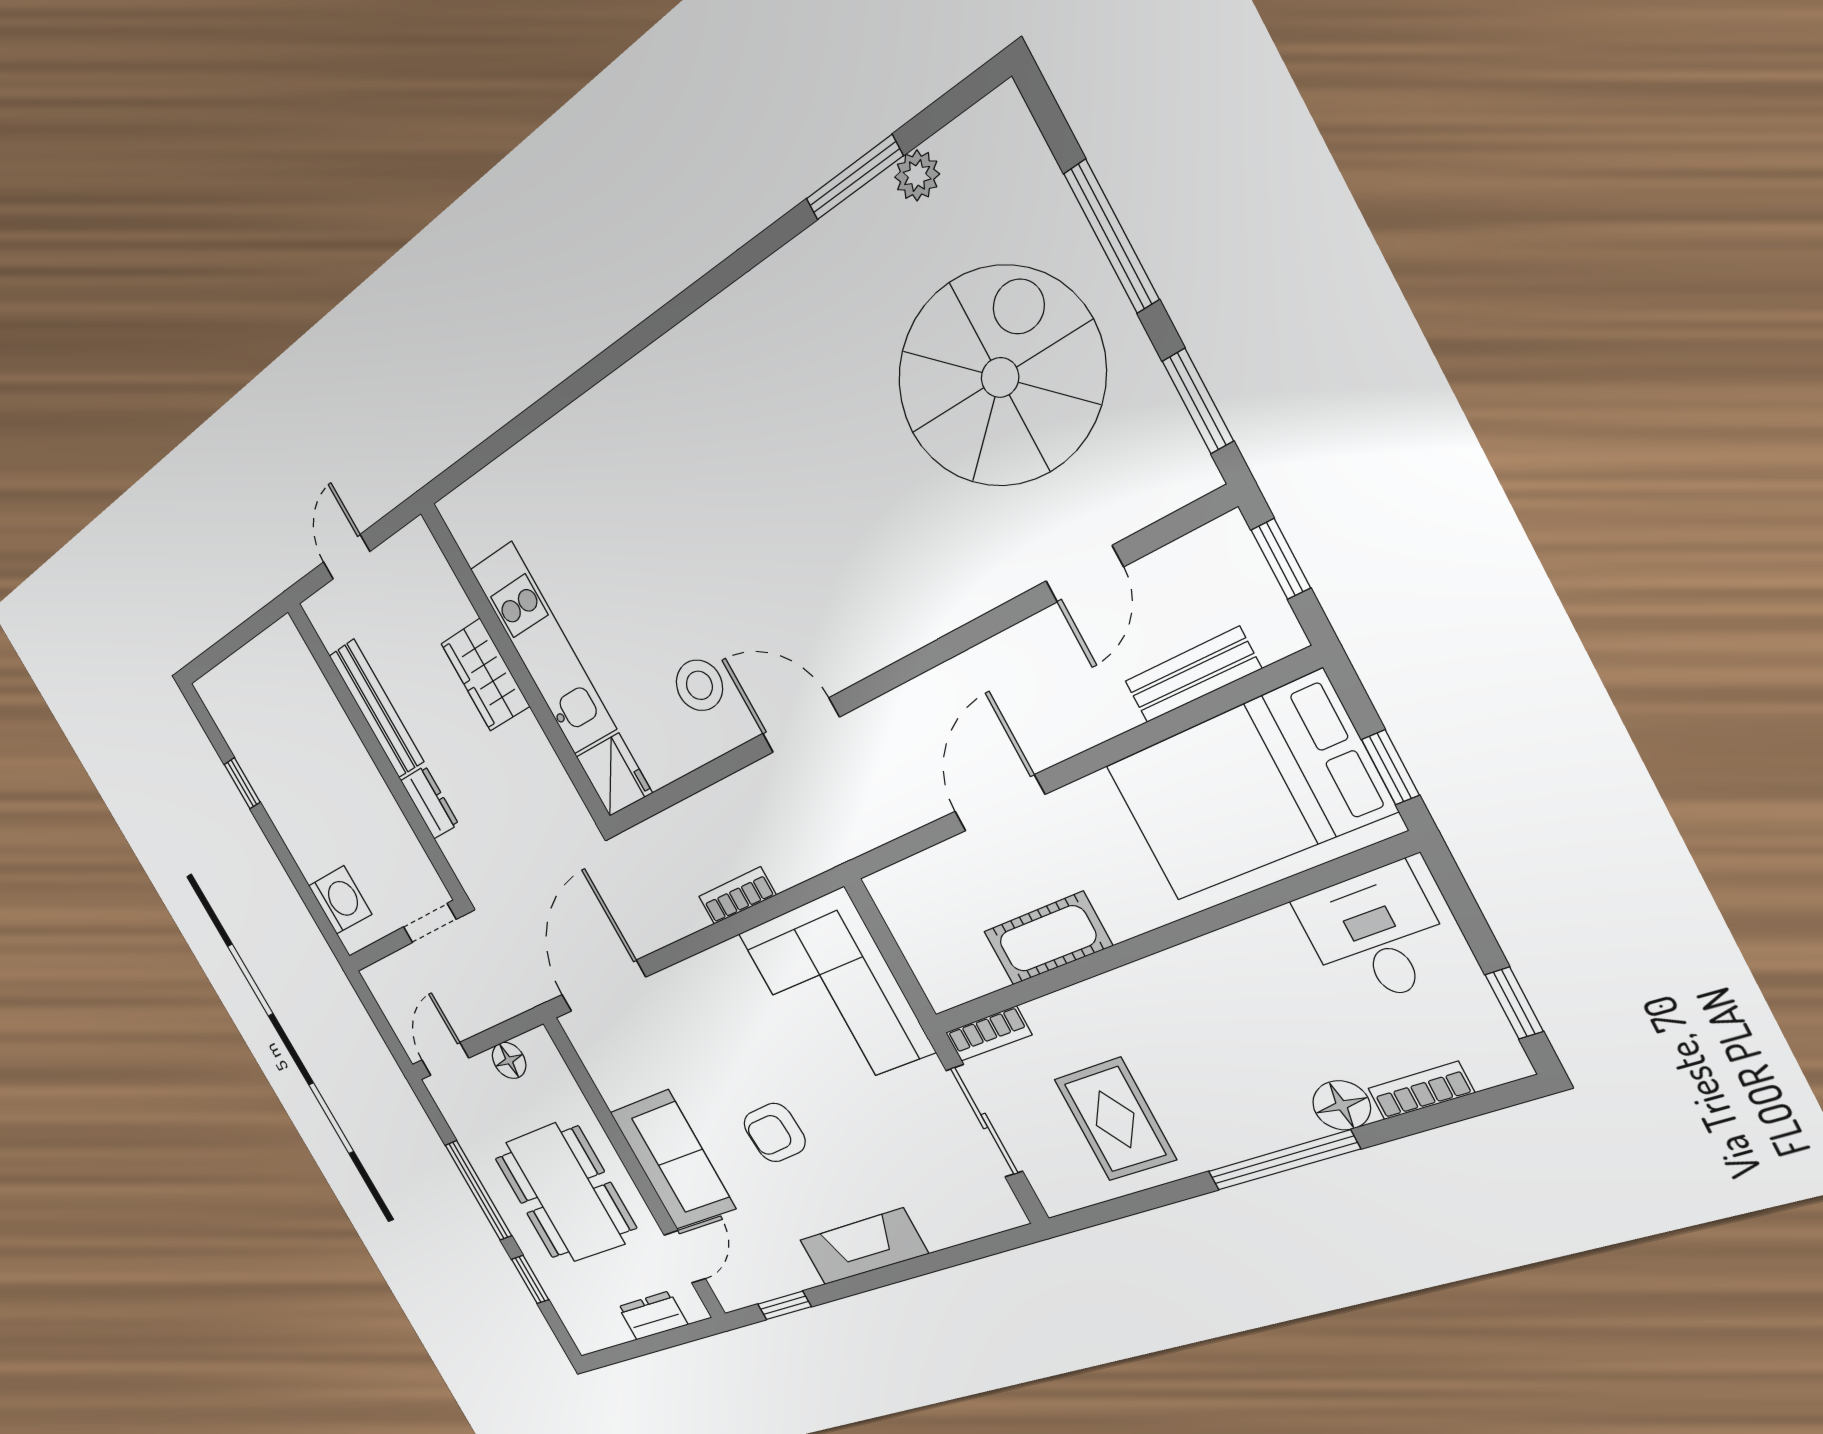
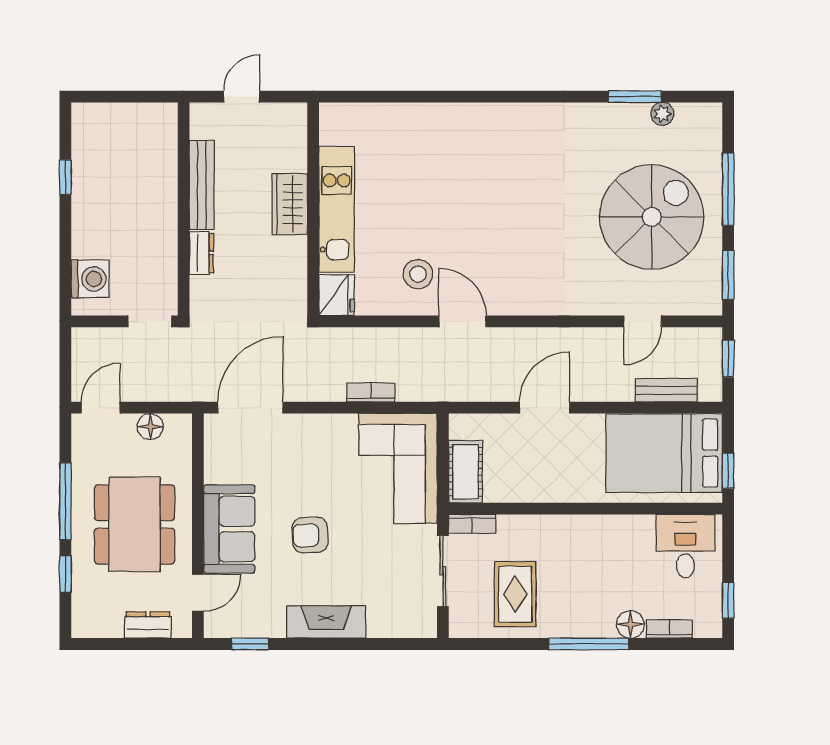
cot: (1048, 939) -> (466, 472), moved, turned 90

